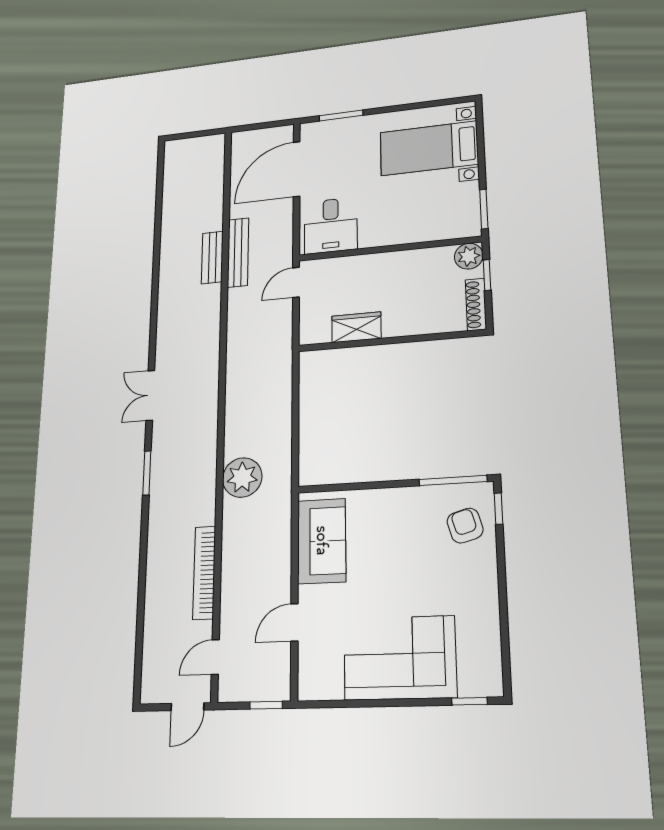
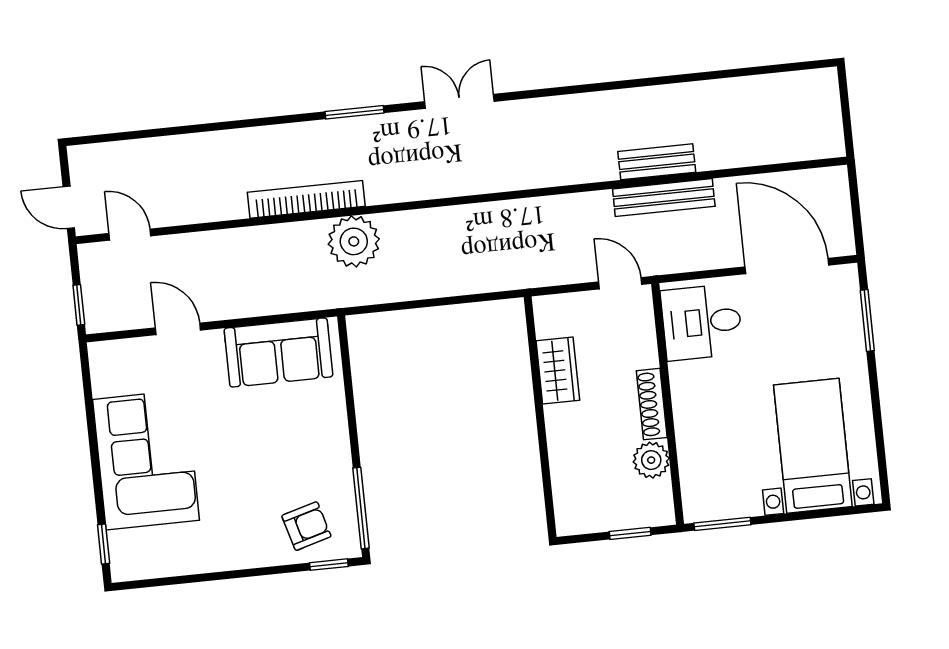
plant: (469, 256) -> (651, 460), moved
shoe rack: (476, 304) -> (652, 404), moved, turned -90
bookcase: (204, 573) -> (306, 199), moved

